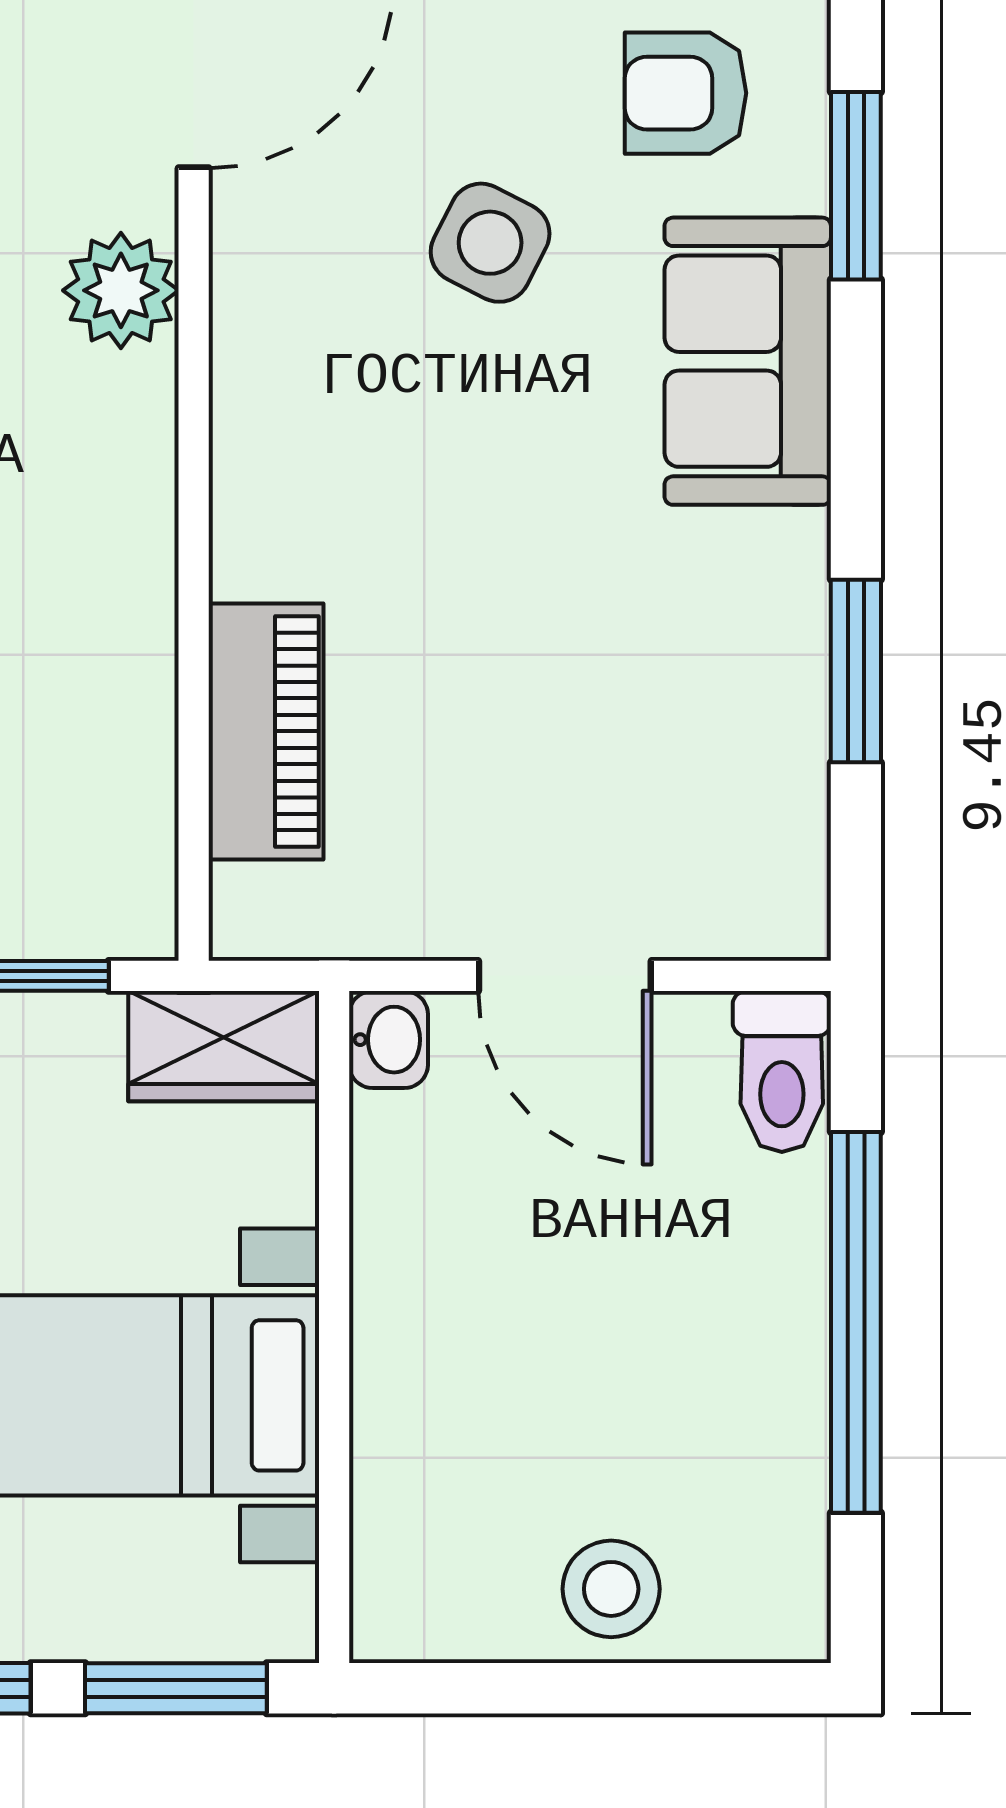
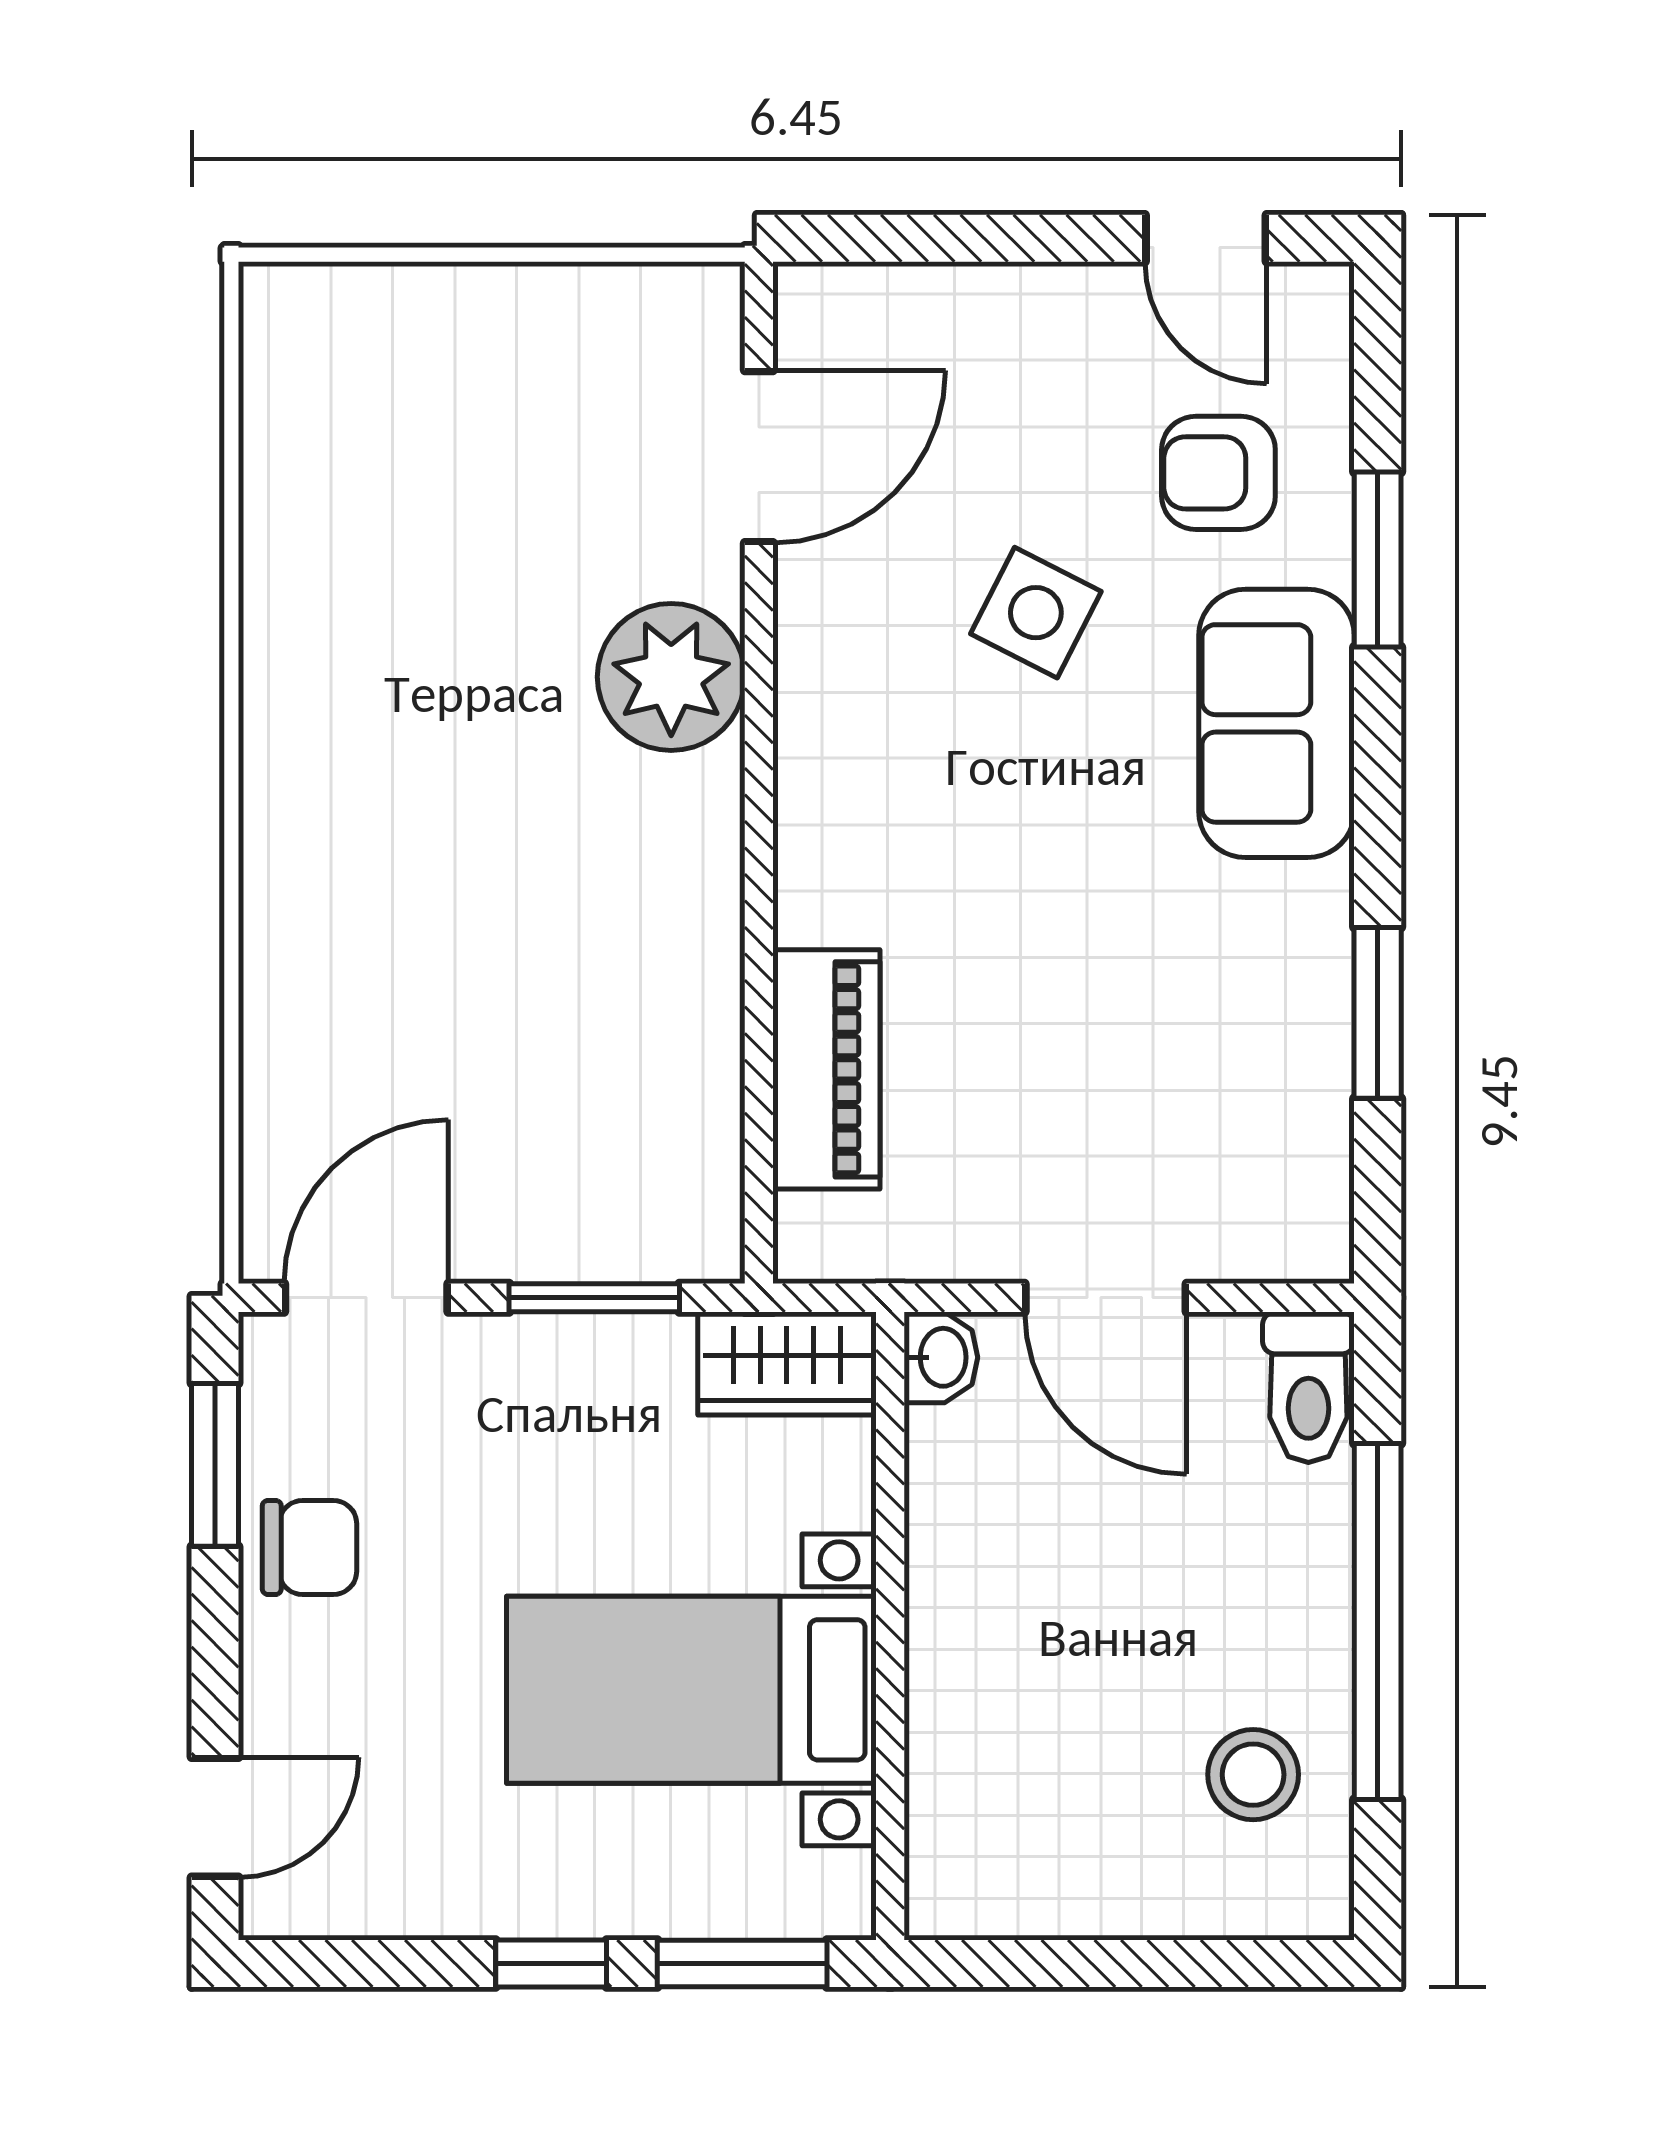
plant: (121, 290) -> (671, 677), width x1.36, depth x1.36
stool: (611, 1589) -> (1253, 1775), moved

